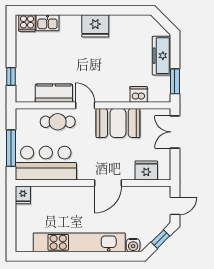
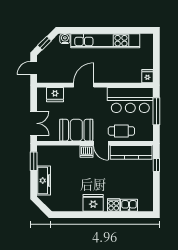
cooker: (27, 23) -> (114, 205), moved
kitchen counter: (54, 93) -> (131, 152), width x1.50
dishwasher: (139, 94) -> (86, 151), moved

